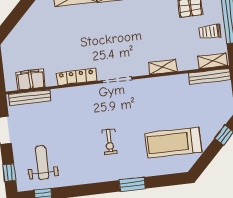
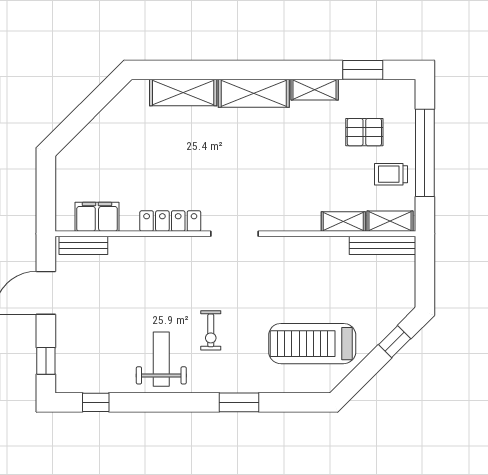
shelving: (163, 67) -> (343, 222), moved
bench: (30, 98) -> (83, 245), width x0.73
weight bench: (42, 163) -> (161, 359), moved

